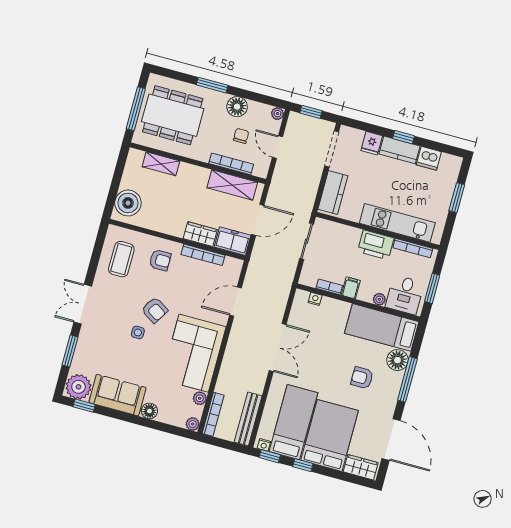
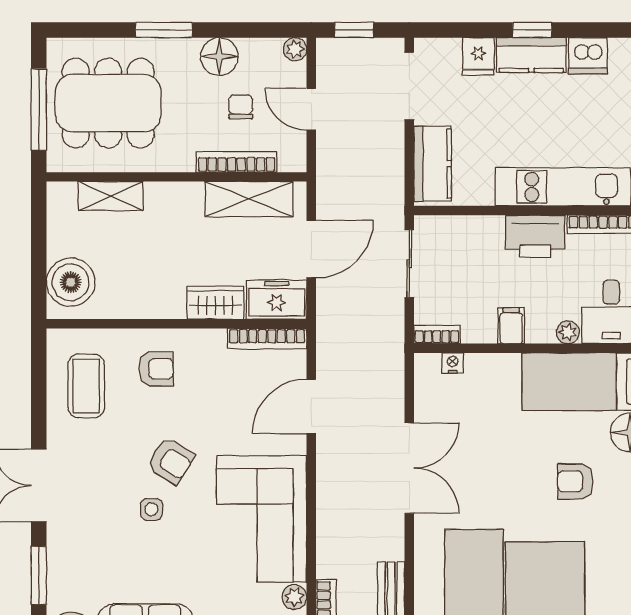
bookcase: (203, 255) -> (267, 339), moved
bookcase: (329, 287) -> (437, 335), moved

